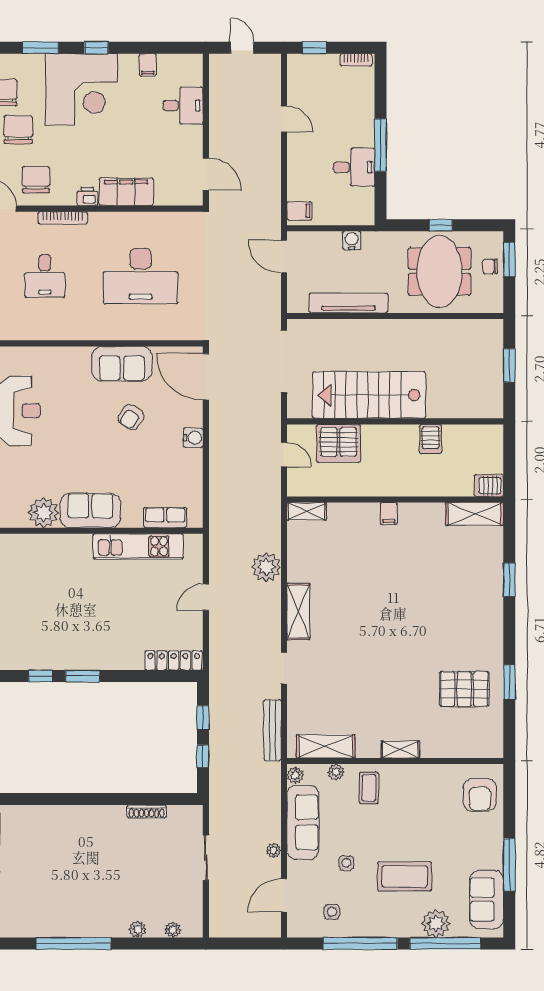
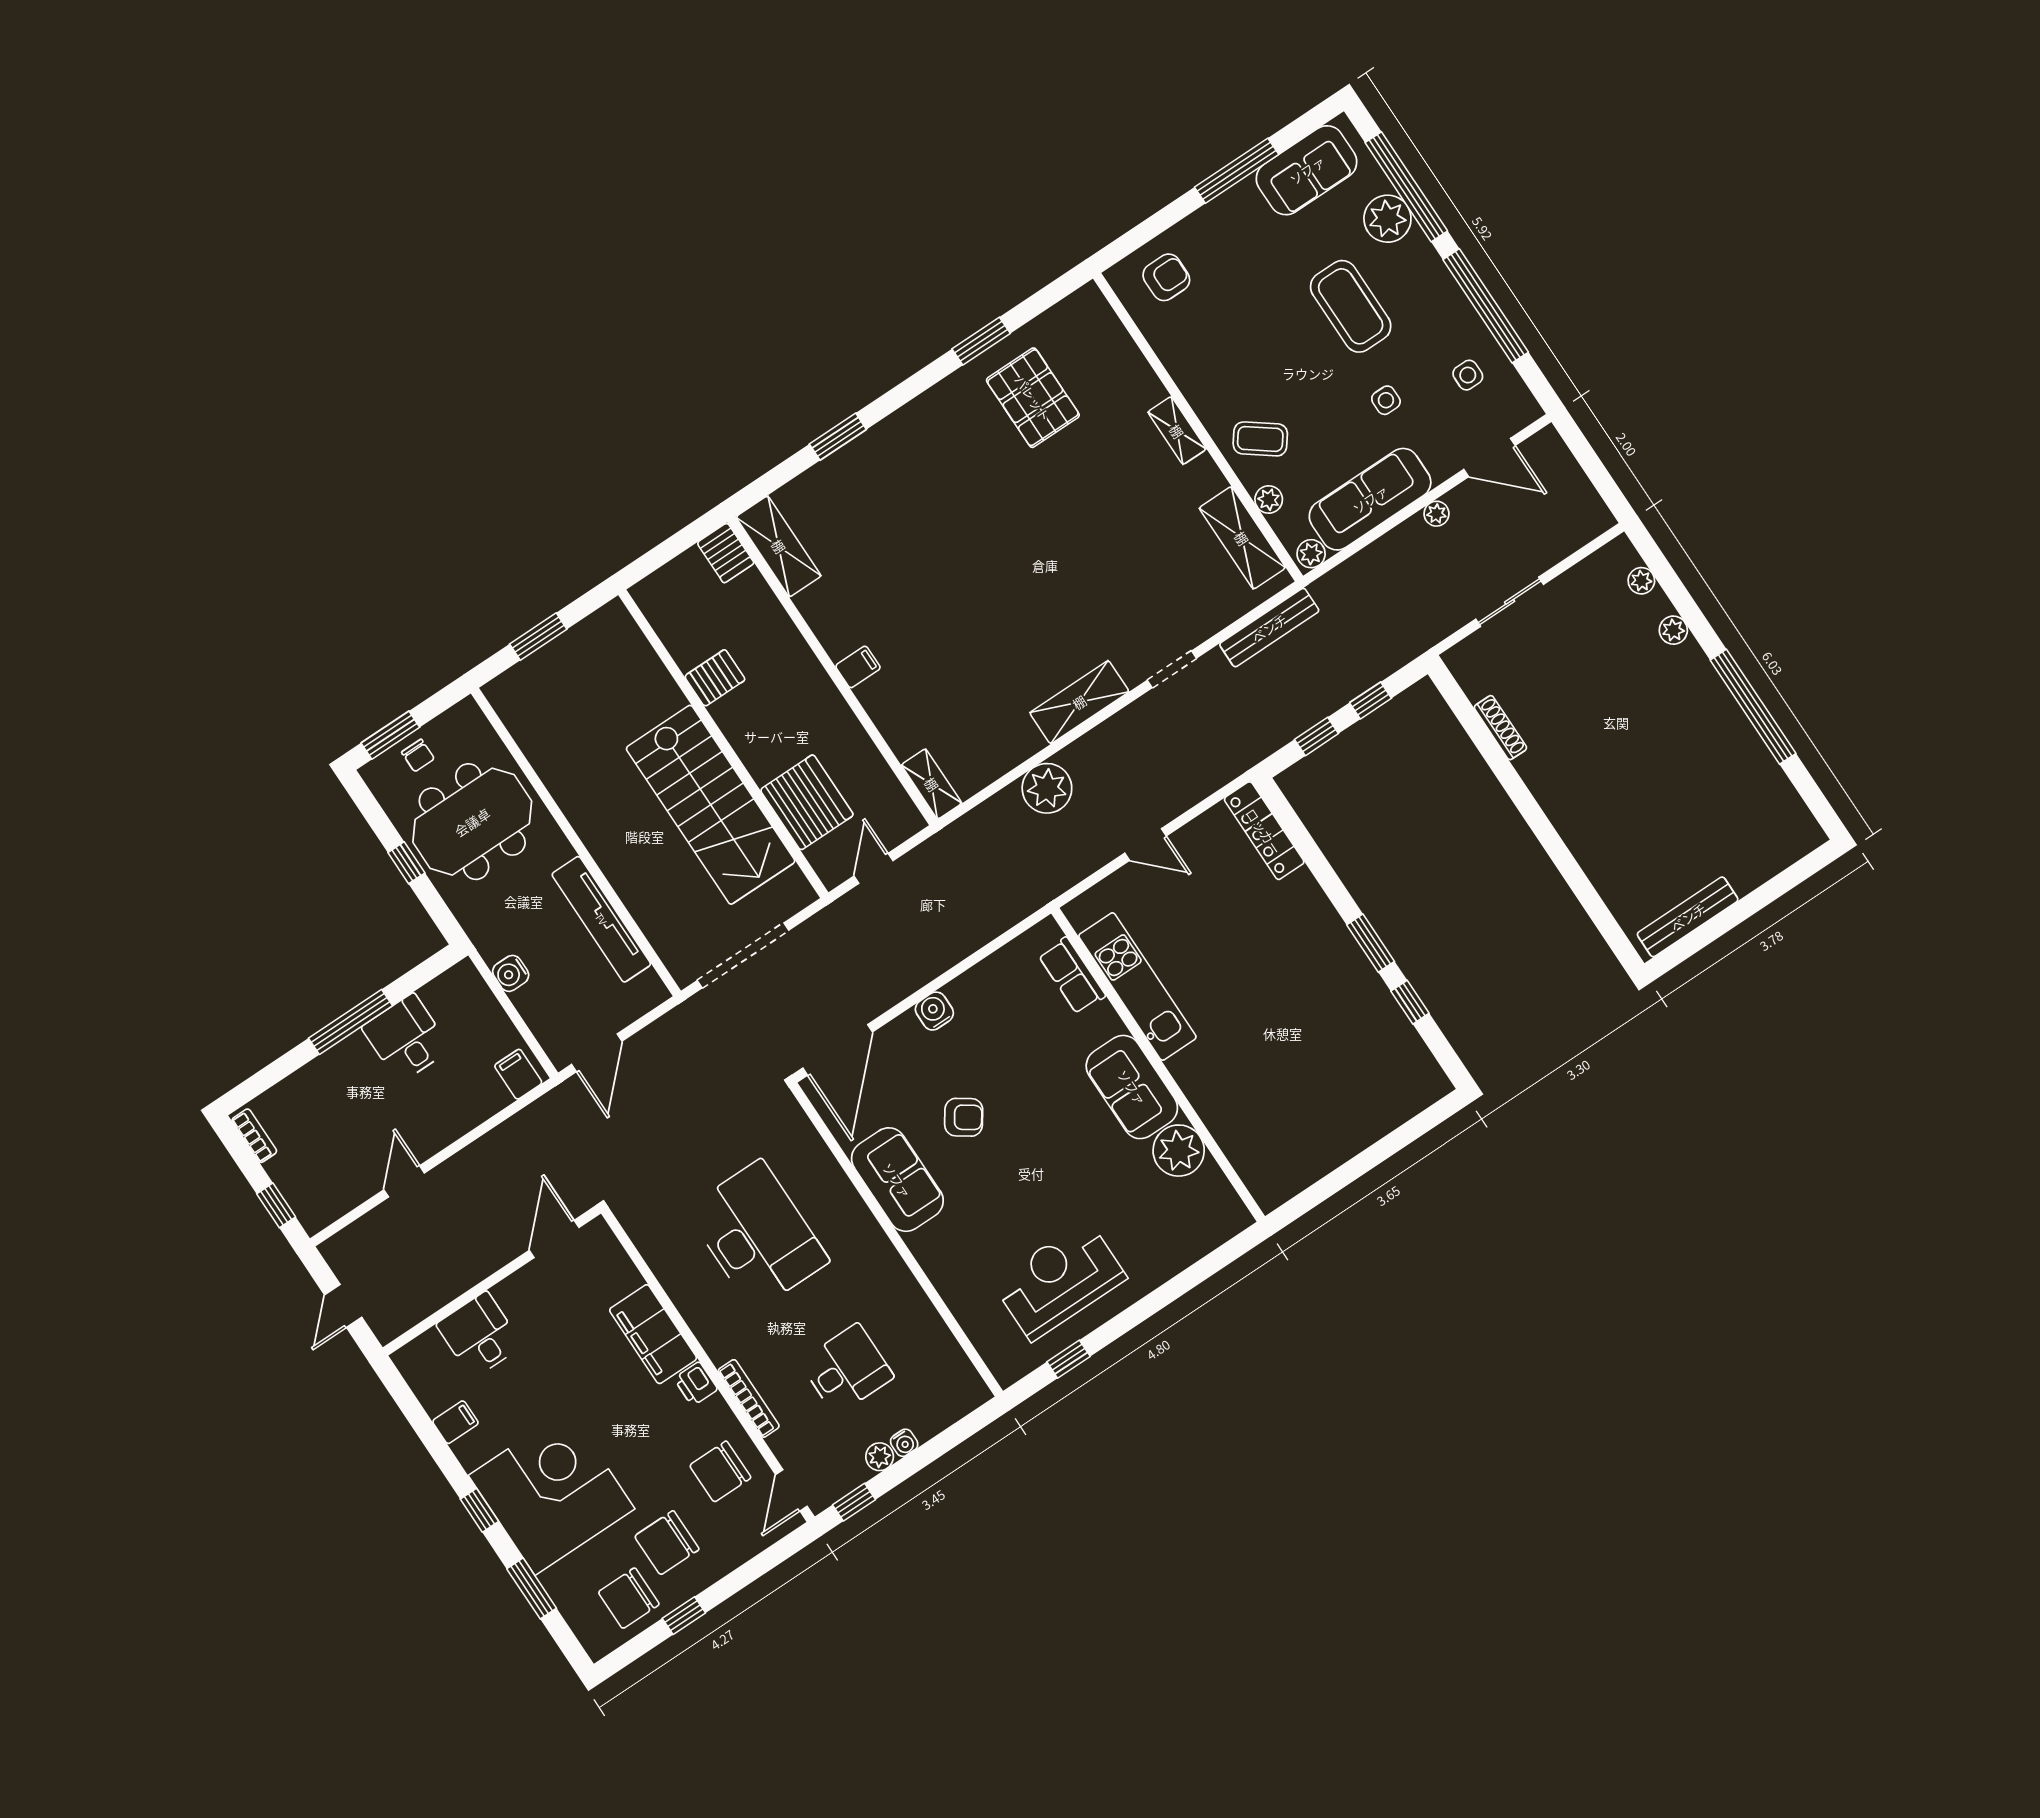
coffee table: (369, 788) -> (1260, 439), turned 37
armchair: (480, 795) -> (1166, 277), width x0.72, depth x0.72

